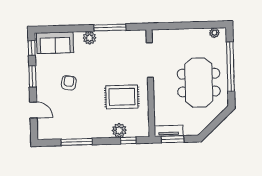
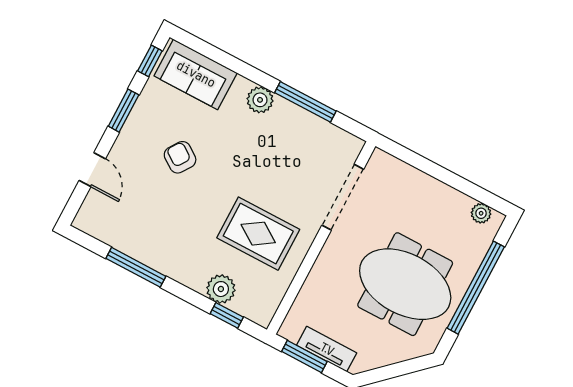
armchair: (69, 83) -> (180, 157), turned -64
meeting table: (199, 83) -> (405, 284), turned 90
tv unit: (169, 131) -> (327, 349), moved

